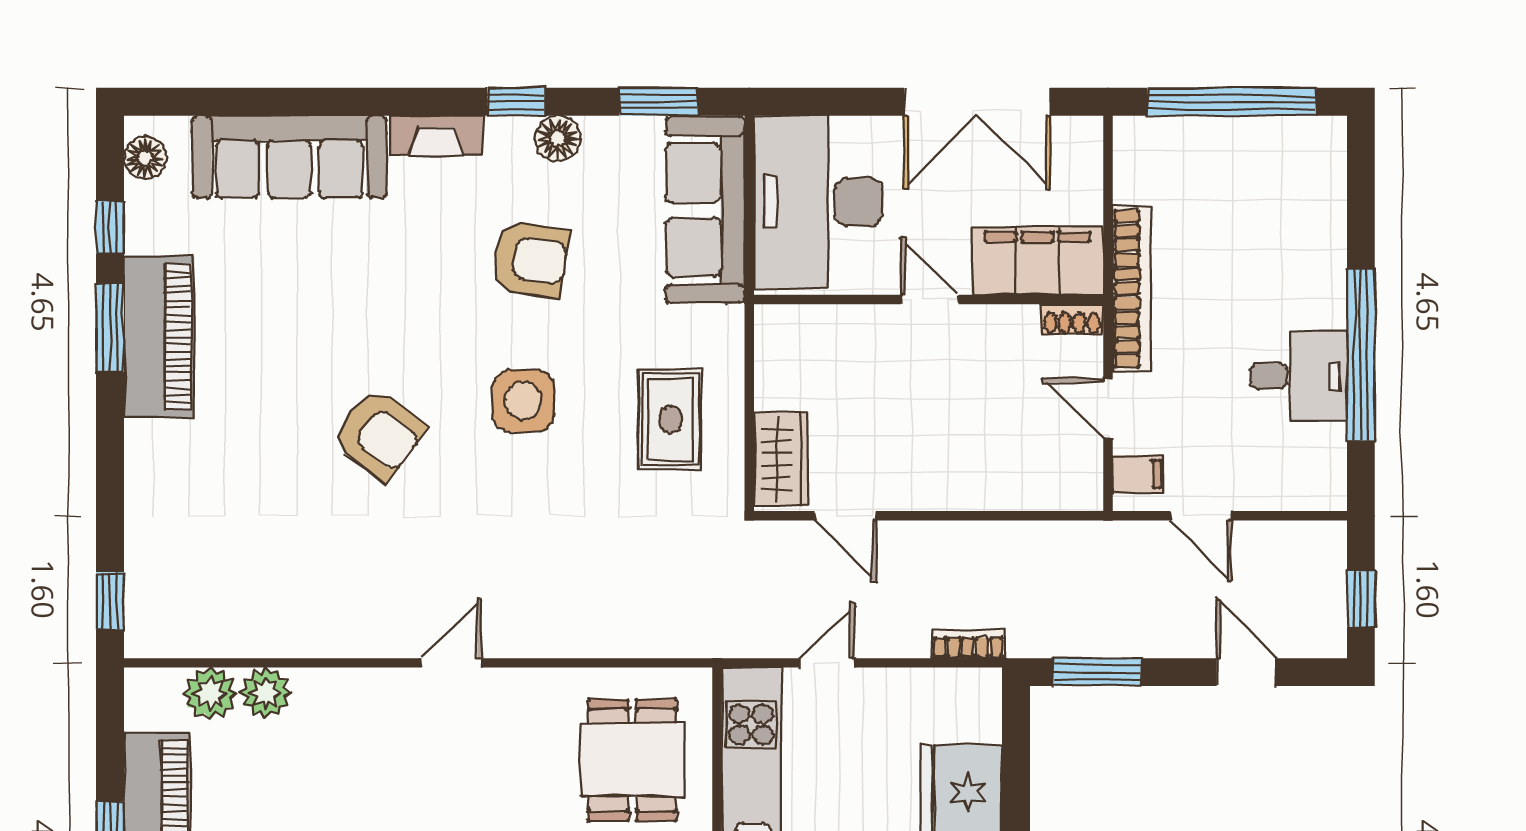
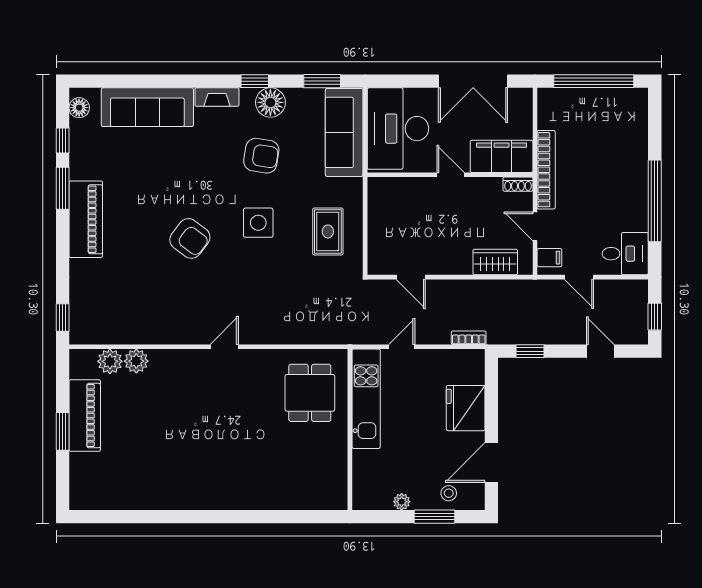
floor lamp: (558, 138) -> (270, 102), width x1.38, depth x1.38
piano: (159, 337) -> (86, 219), moved
desk: (1299, 376) -> (625, 254), moved
wardrobe: (781, 459) -> (495, 262), moved, turned -90
window: (1097, 672) -> (530, 351), width x0.67

